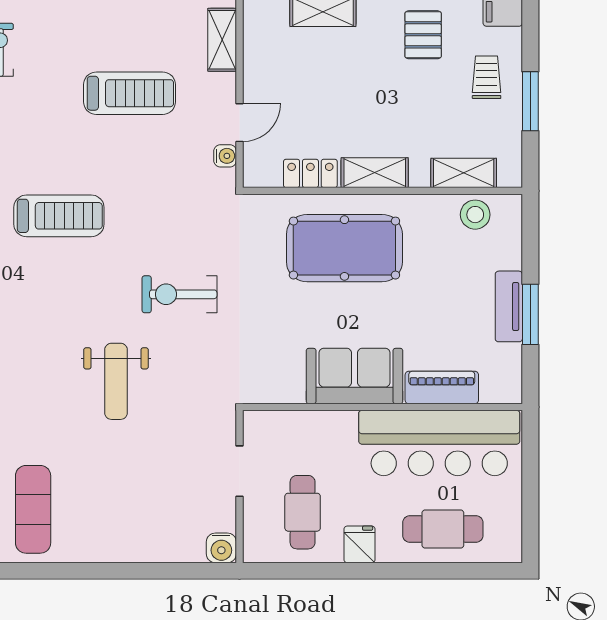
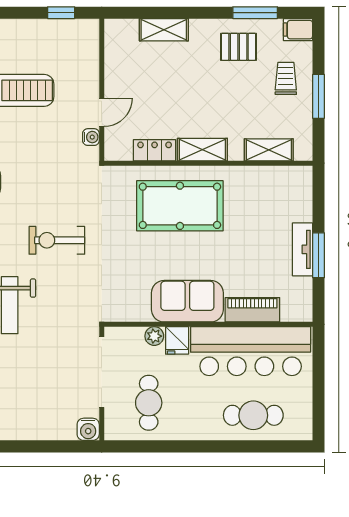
pallet: (423, 35) -> (239, 47), turned 90
shelving: (222, 40) -> (89, 51), removed
stool: (475, 215) -> (277, 181), removed
plant: (310, 423) -> (154, 336), added
doorway: (239, 471) -> (102, 372), width x1.88
fridge: (360, 544) -> (177, 340), moved, turned 180

